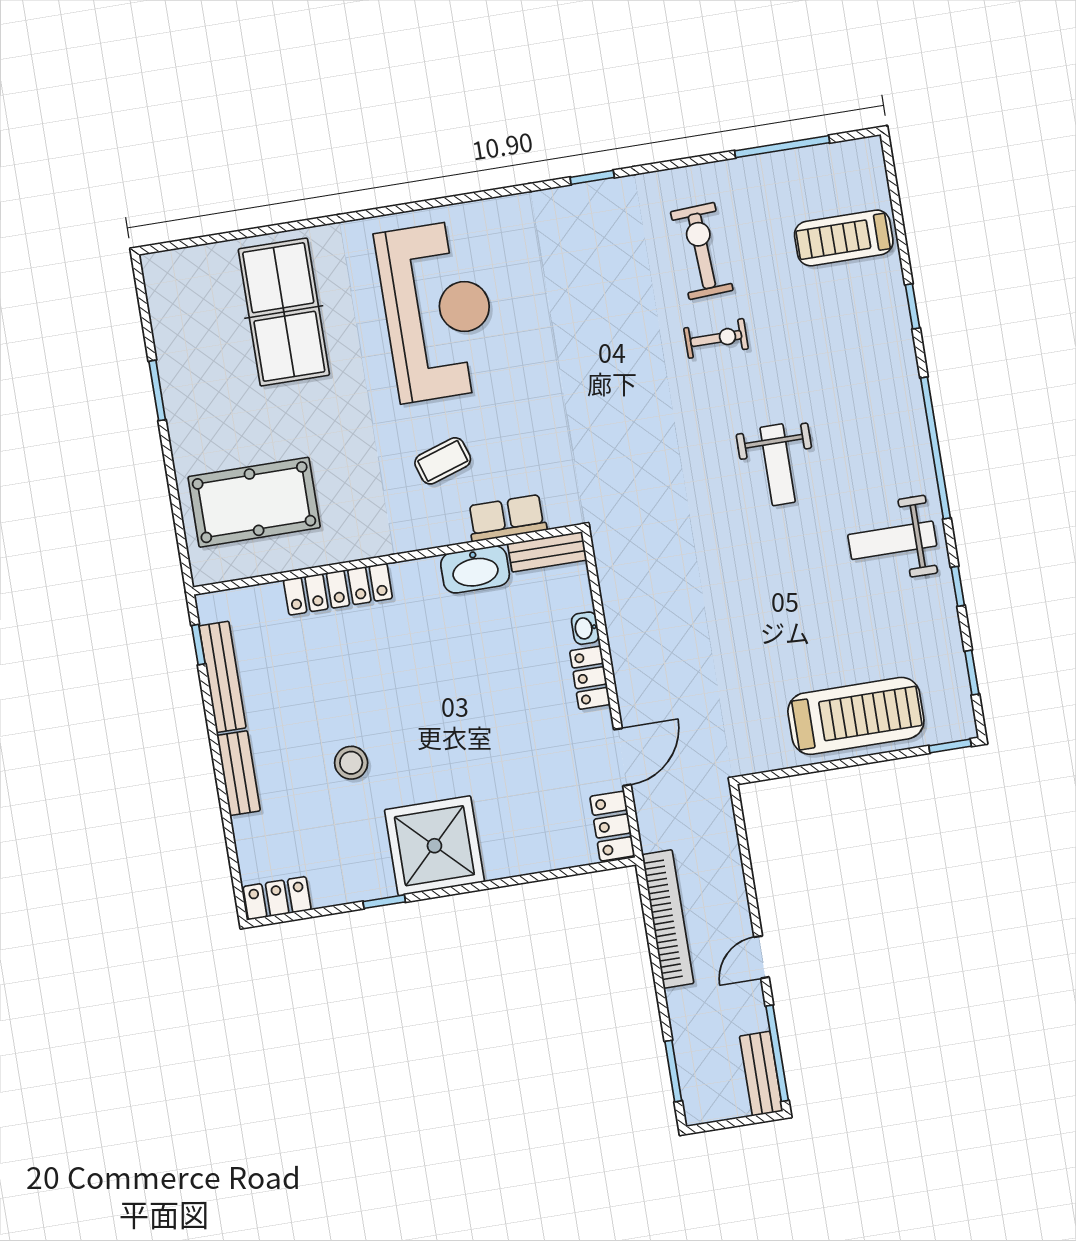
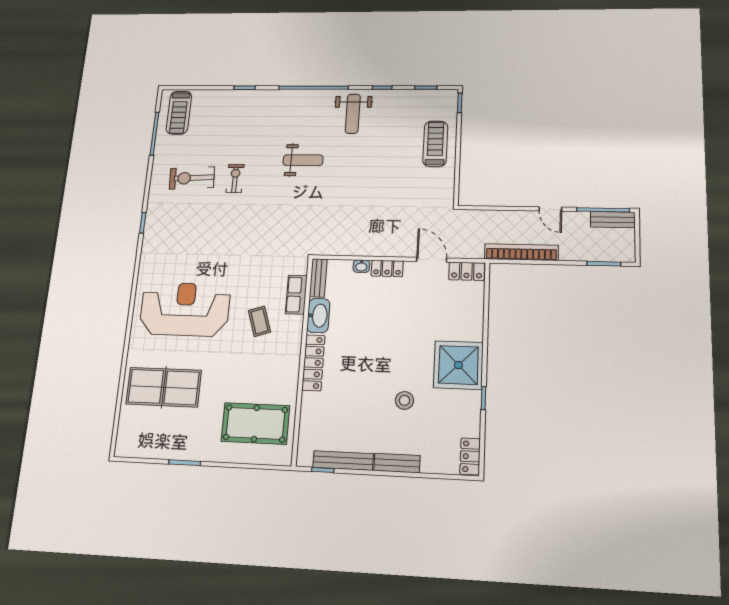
treadmill: (844, 238) -> (179, 113), moved
pool table: (254, 502) -> (255, 423), turned 90
locker: (338, 589) -> (313, 363), moved
treadmill: (856, 716) -> (435, 144), width x0.73, depth x0.73

